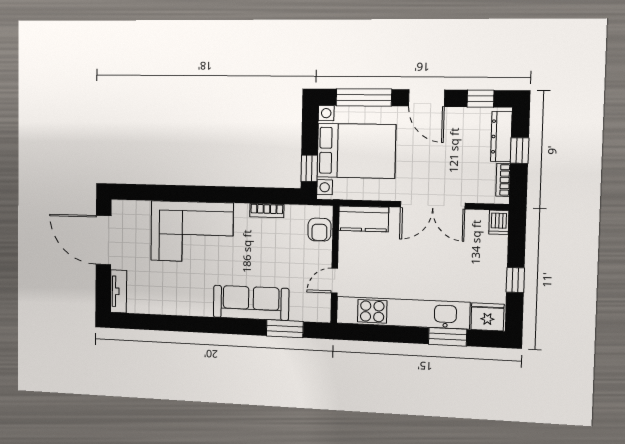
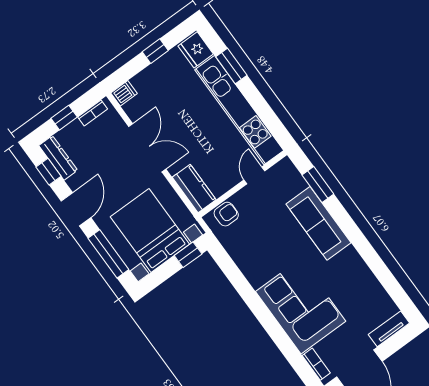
dresser: (501, 137) -> (58, 158), moved, turned -90
bookcase: (267, 211) -> (316, 364), moved
door: (335, 281) -> (254, 175), swing flipped

